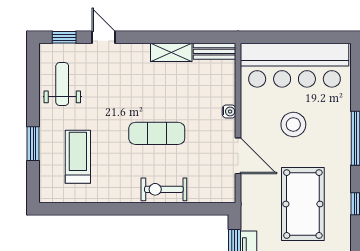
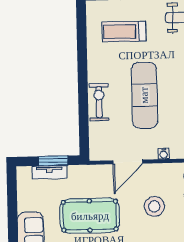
exercise mat: (157, 133) -> (144, 95), width x1.36, depth x1.45
treadmill: (78, 157) -> (124, 31), turned 180

